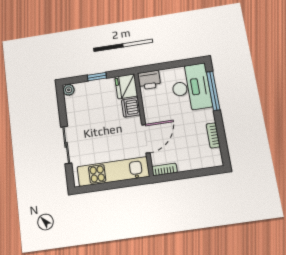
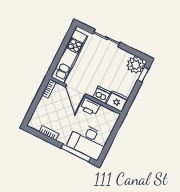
window: (97, 77) -> (143, 75), moved
printer: (149, 80) -> (90, 107), moved, turned -90
plant: (69, 90) -> (136, 65), width x1.87, depth x1.87

